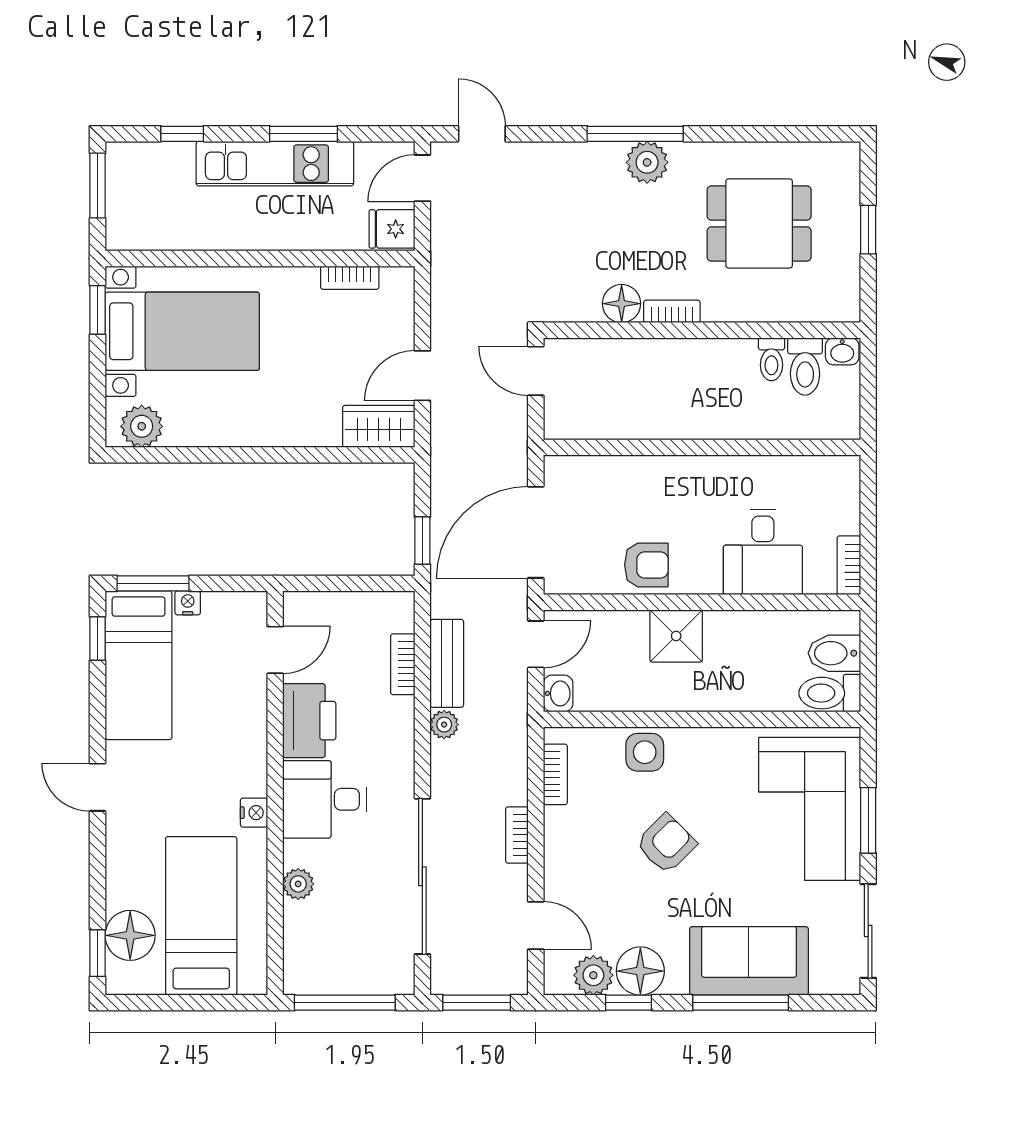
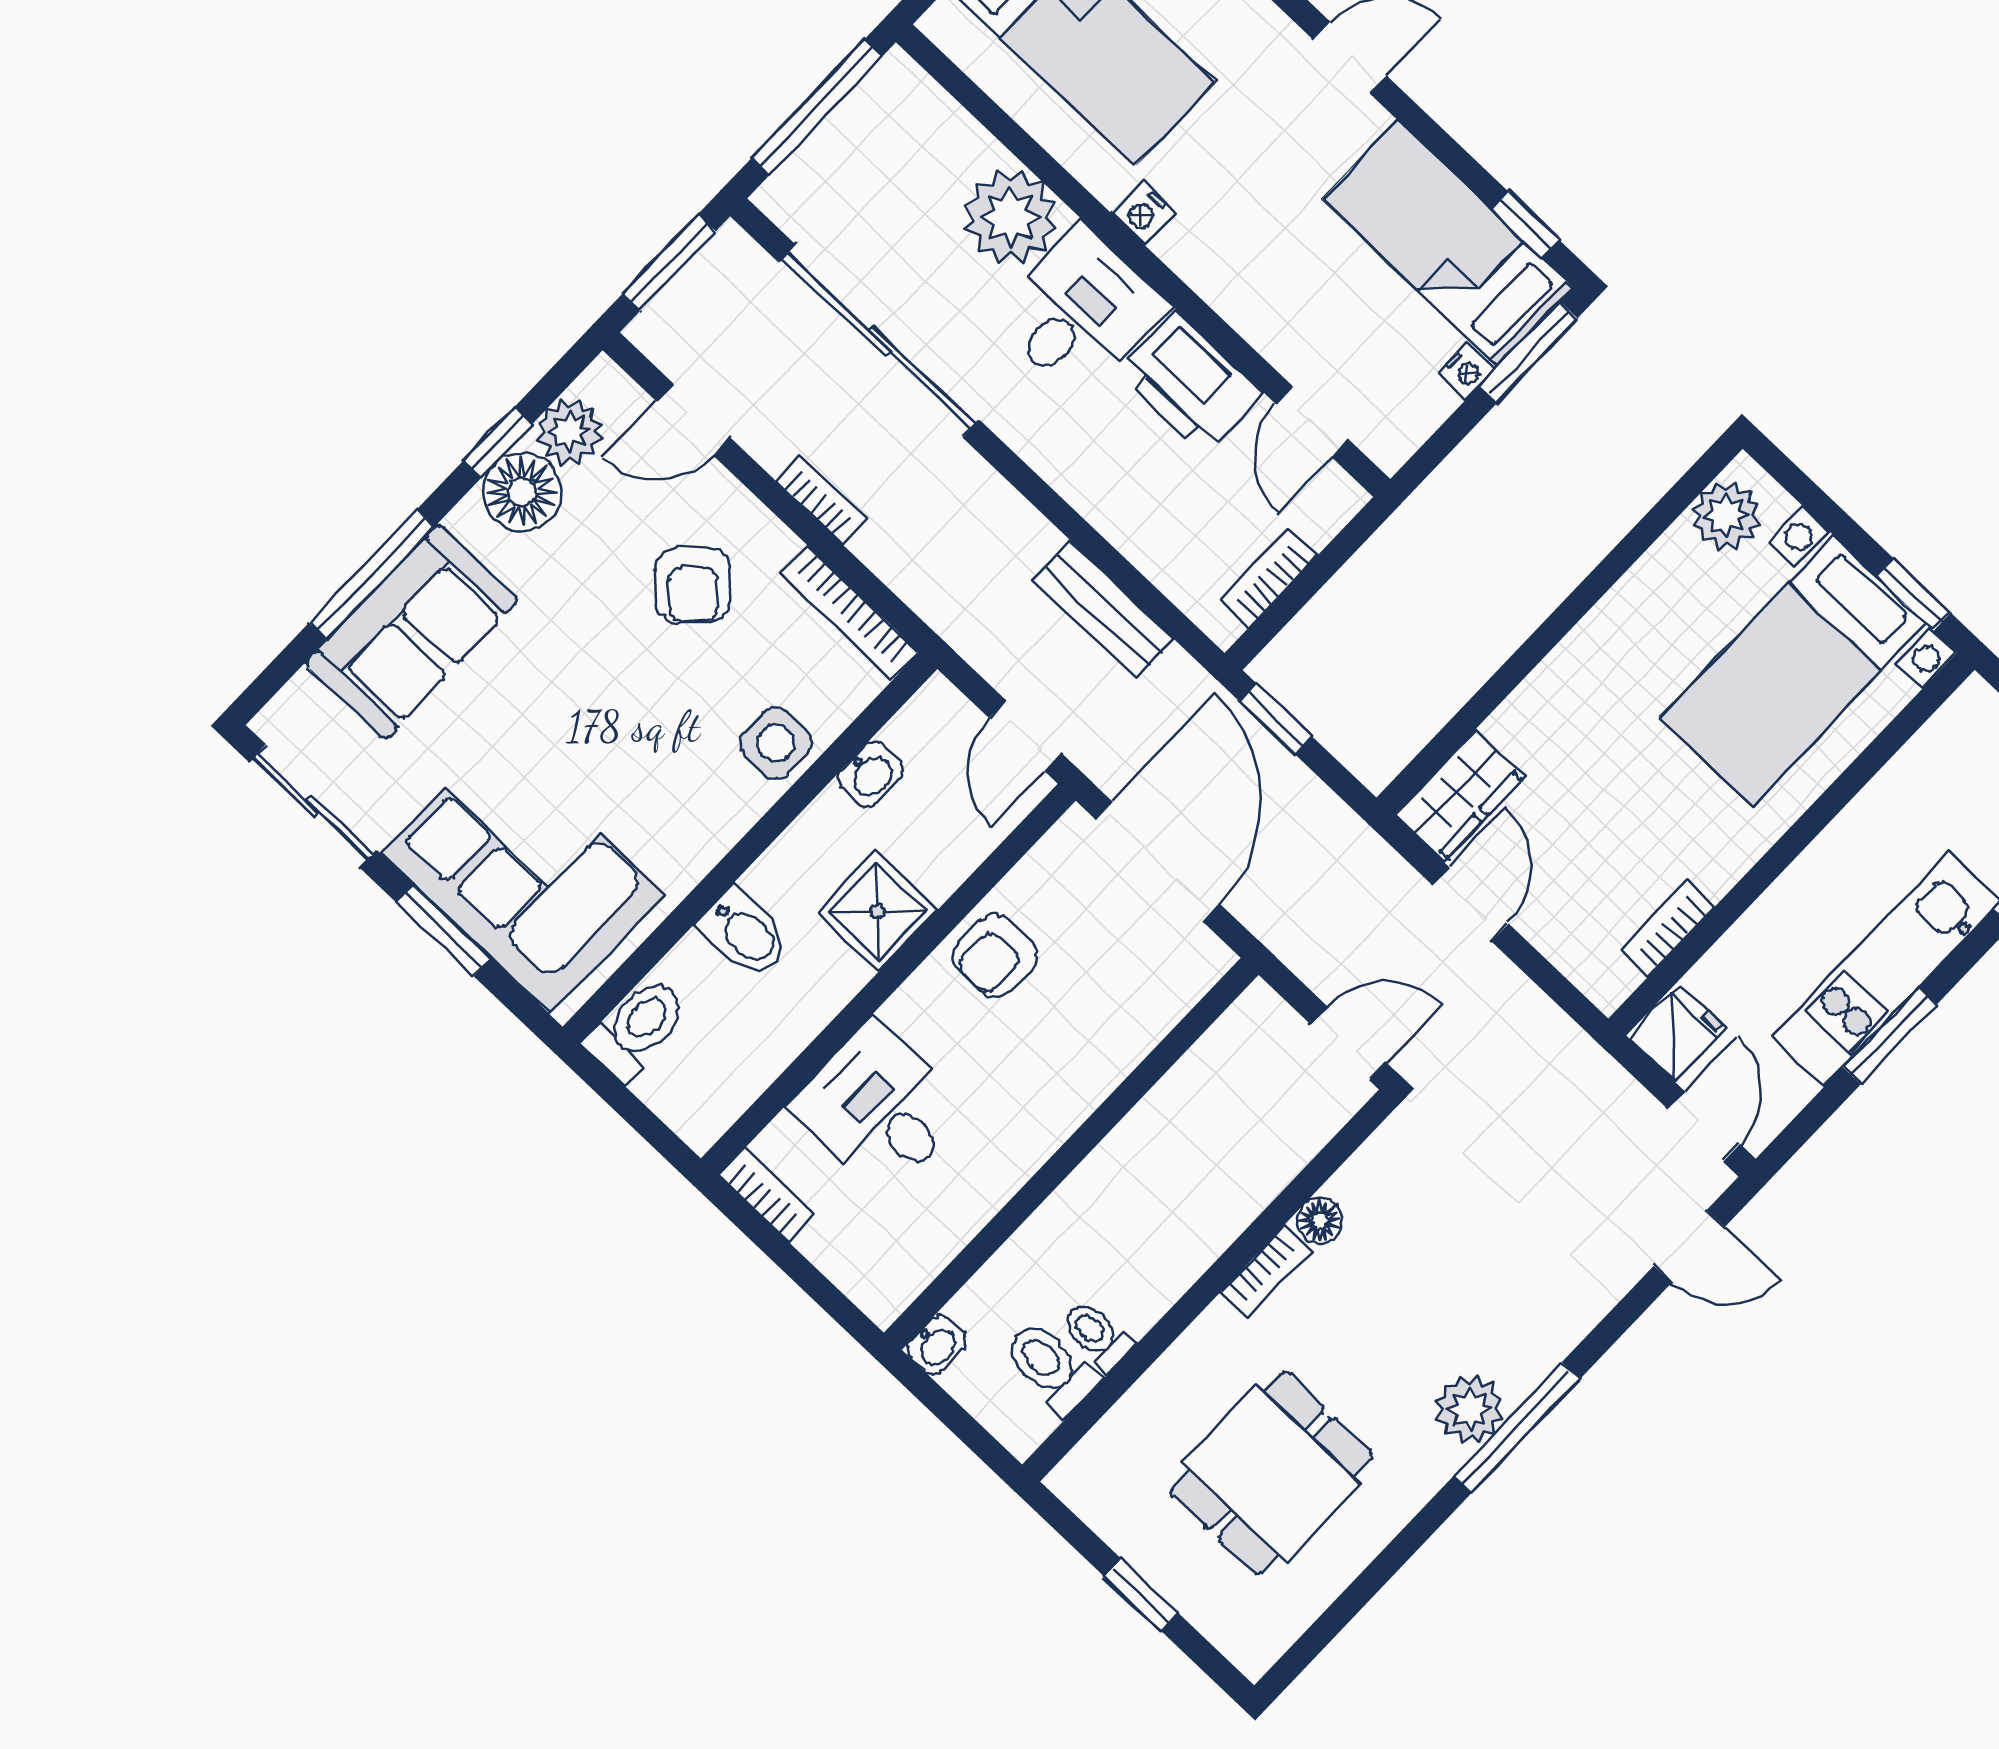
floor lamp: (622, 304) -> (1320, 1221), width x0.73, depth x0.73
washbasin: (842, 351) -> (936, 1345), moved, turned 180
bidet: (834, 653) -> (745, 933), moved, turned 90
bookcase: (403, 664) -> (1269, 578), moved, turned -90
washbasin: (558, 693) -> (871, 774), moved, turned -90
plant: (444, 725) -> (1034, 537), removed
bookcase: (555, 774) -> (850, 613), width x1.56
armchair: (666, 844) -> (693, 585), moved
plant: (298, 884) -> (1010, 217), width x1.88, depth x1.88

